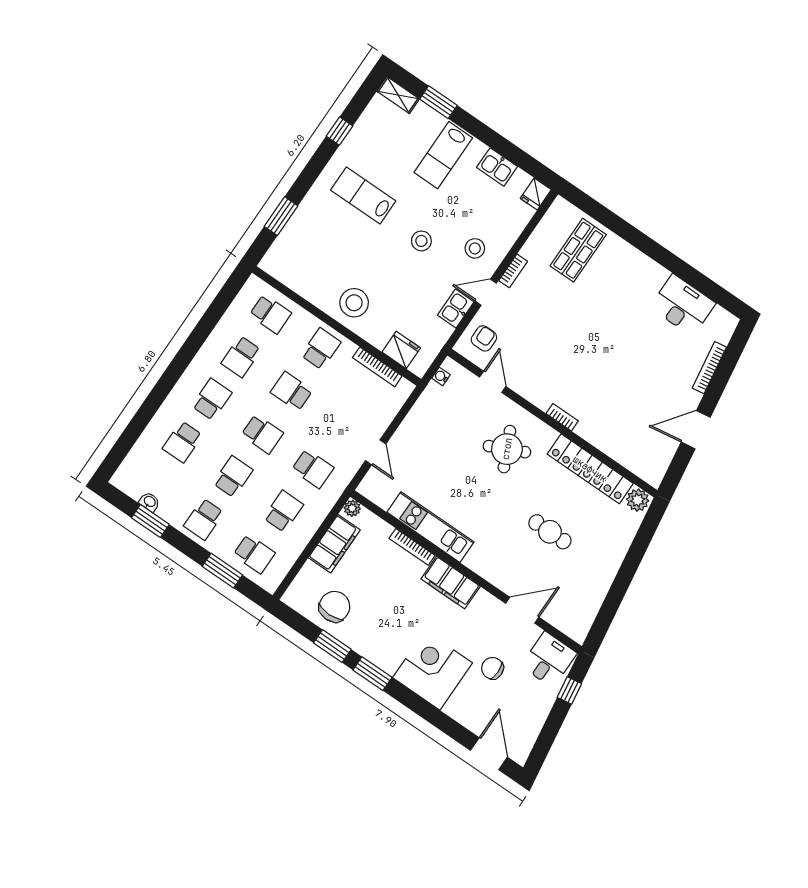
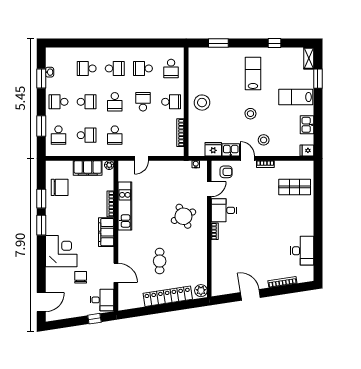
fridge: (401, 350) -> (213, 149), moved, turned -90
desk: (540, 382) -> (224, 210), added
locker: (590, 469) -> (168, 296), moved, turned 81

